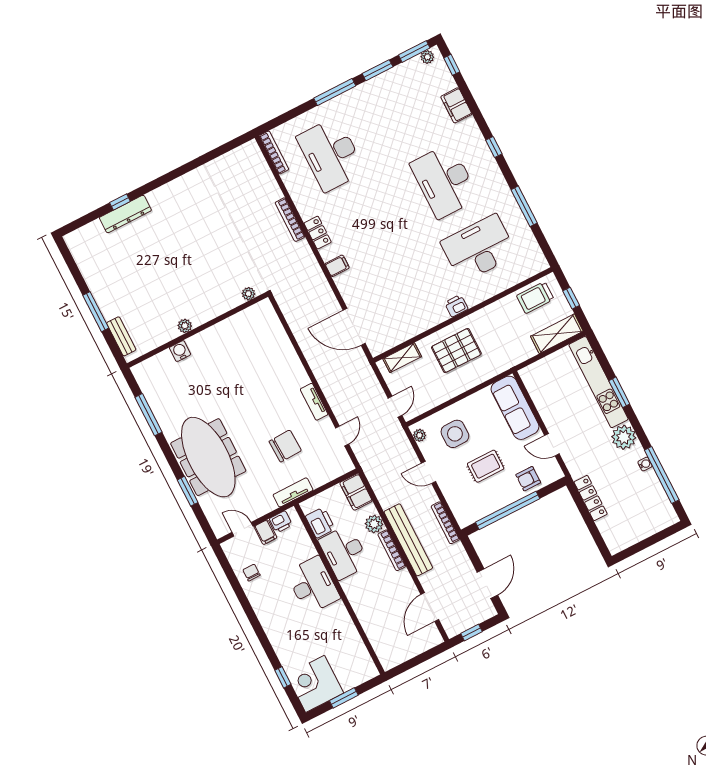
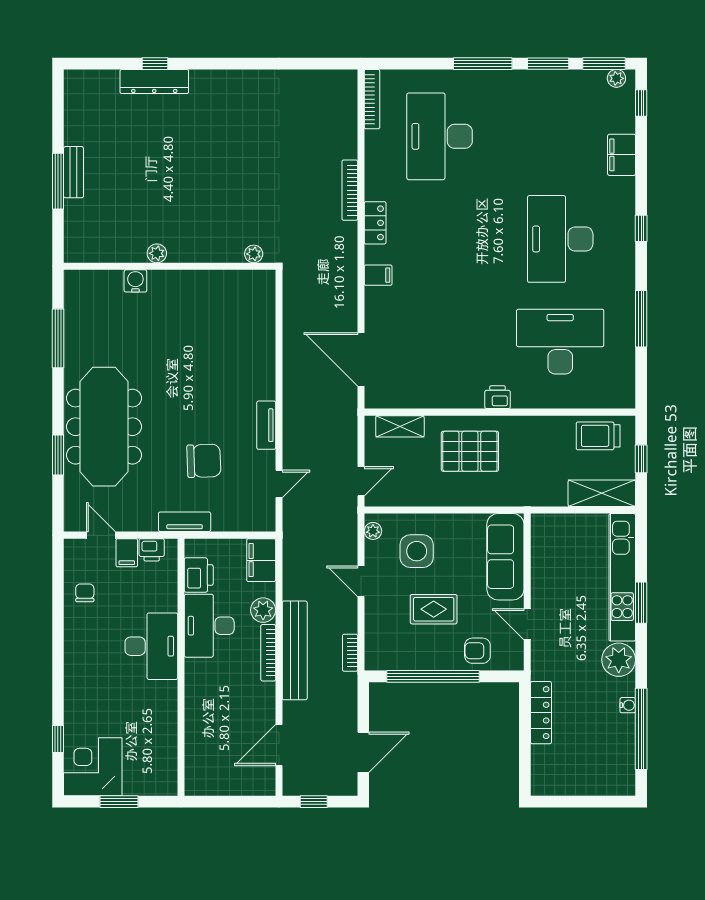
bench: (121, 336) -> (73, 172), moved
bookcase: (445, 523) -> (350, 653), width x0.64

